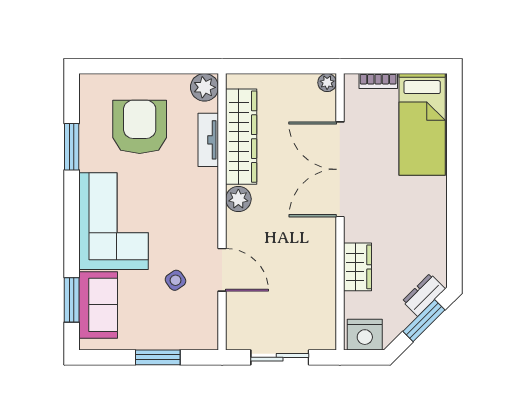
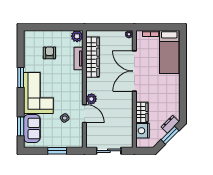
armchair: (140, 127) -> (49, 53), width x0.53, depth x0.53
window: (72, 147) -> (21, 77), moved
plant: (238, 199) -> (91, 99), moved
nightstand: (365, 335) -> (143, 131), moved, turned 90

